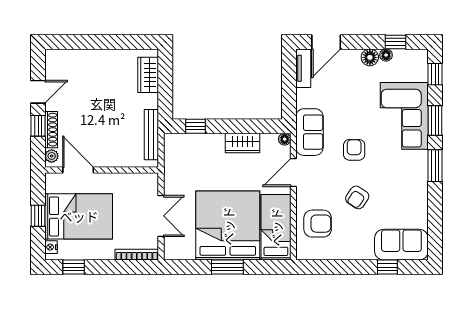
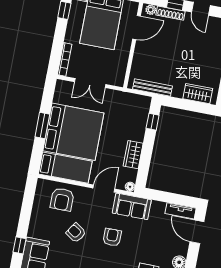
armchair: (354, 150) -> (112, 237), turned -90
door: (293, 172) -> (104, 188), hinge flipped

